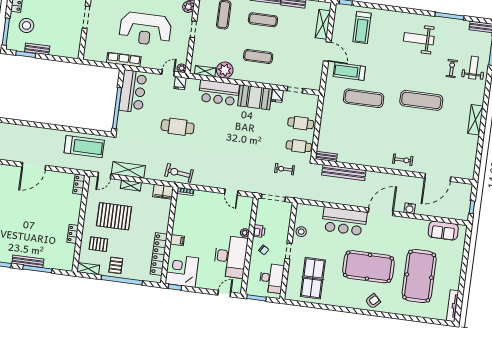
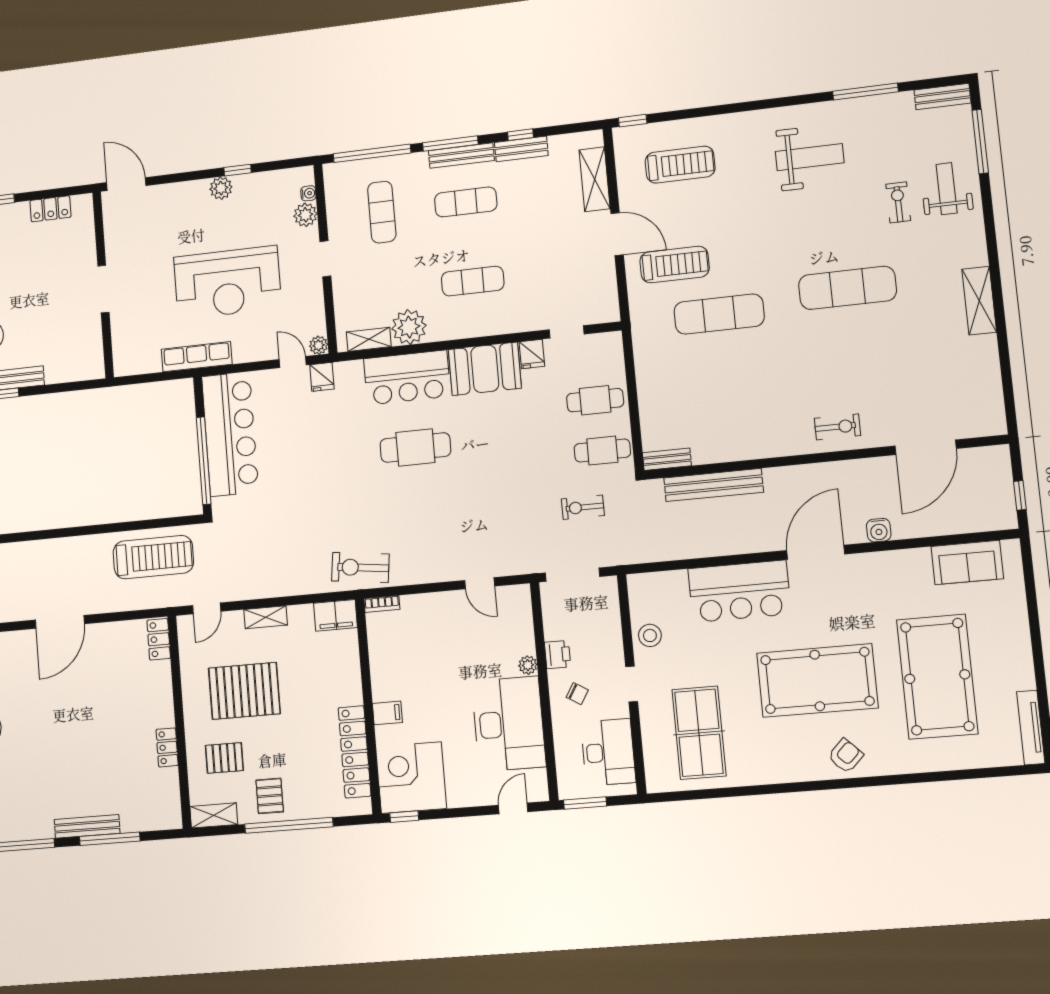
treadmill: (362, 28) -> (680, 165), turned -90
weight bench: (419, 39) -> (810, 157), turned 180
treadmill: (349, 72) -> (675, 265), turned 180
door: (168, 73) -> (293, 362), hinge flipped
bar counter: (133, 91) -> (230, 434), width x1.36
cafe table: (178, 127) -> (415, 448), moved
shelving: (128, 170) -> (254, 585), removed

